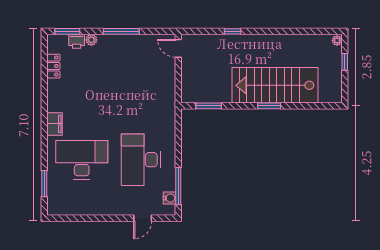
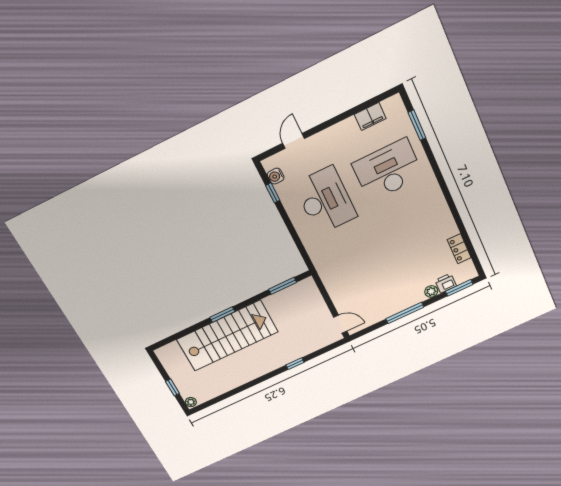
filing cabinet: (55, 124) -> (370, 116), moved, turned -90
desk: (82, 160) -> (388, 170), turned 180
window: (178, 186) -> (273, 193), width x0.46

